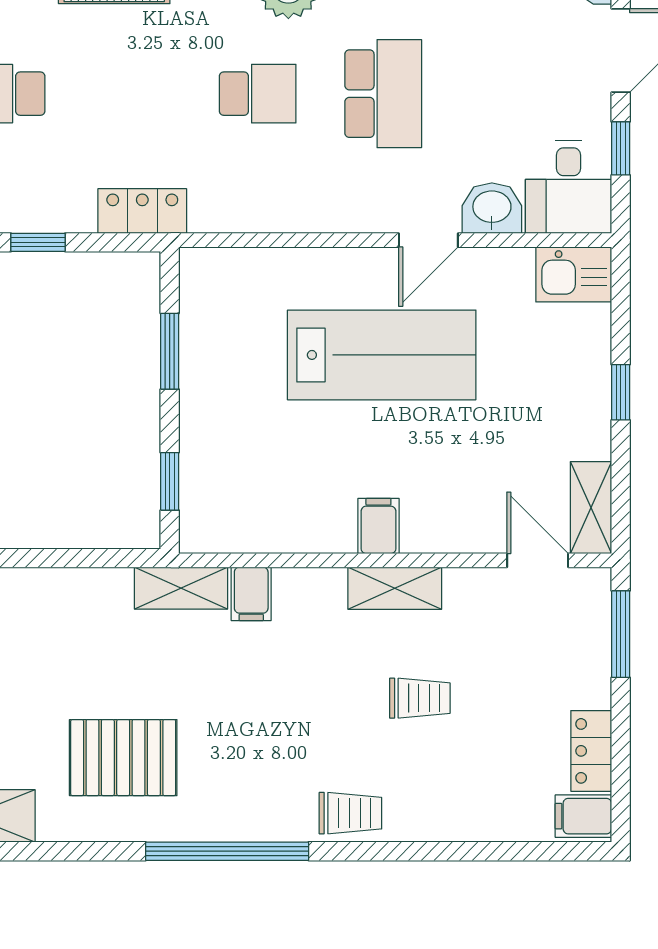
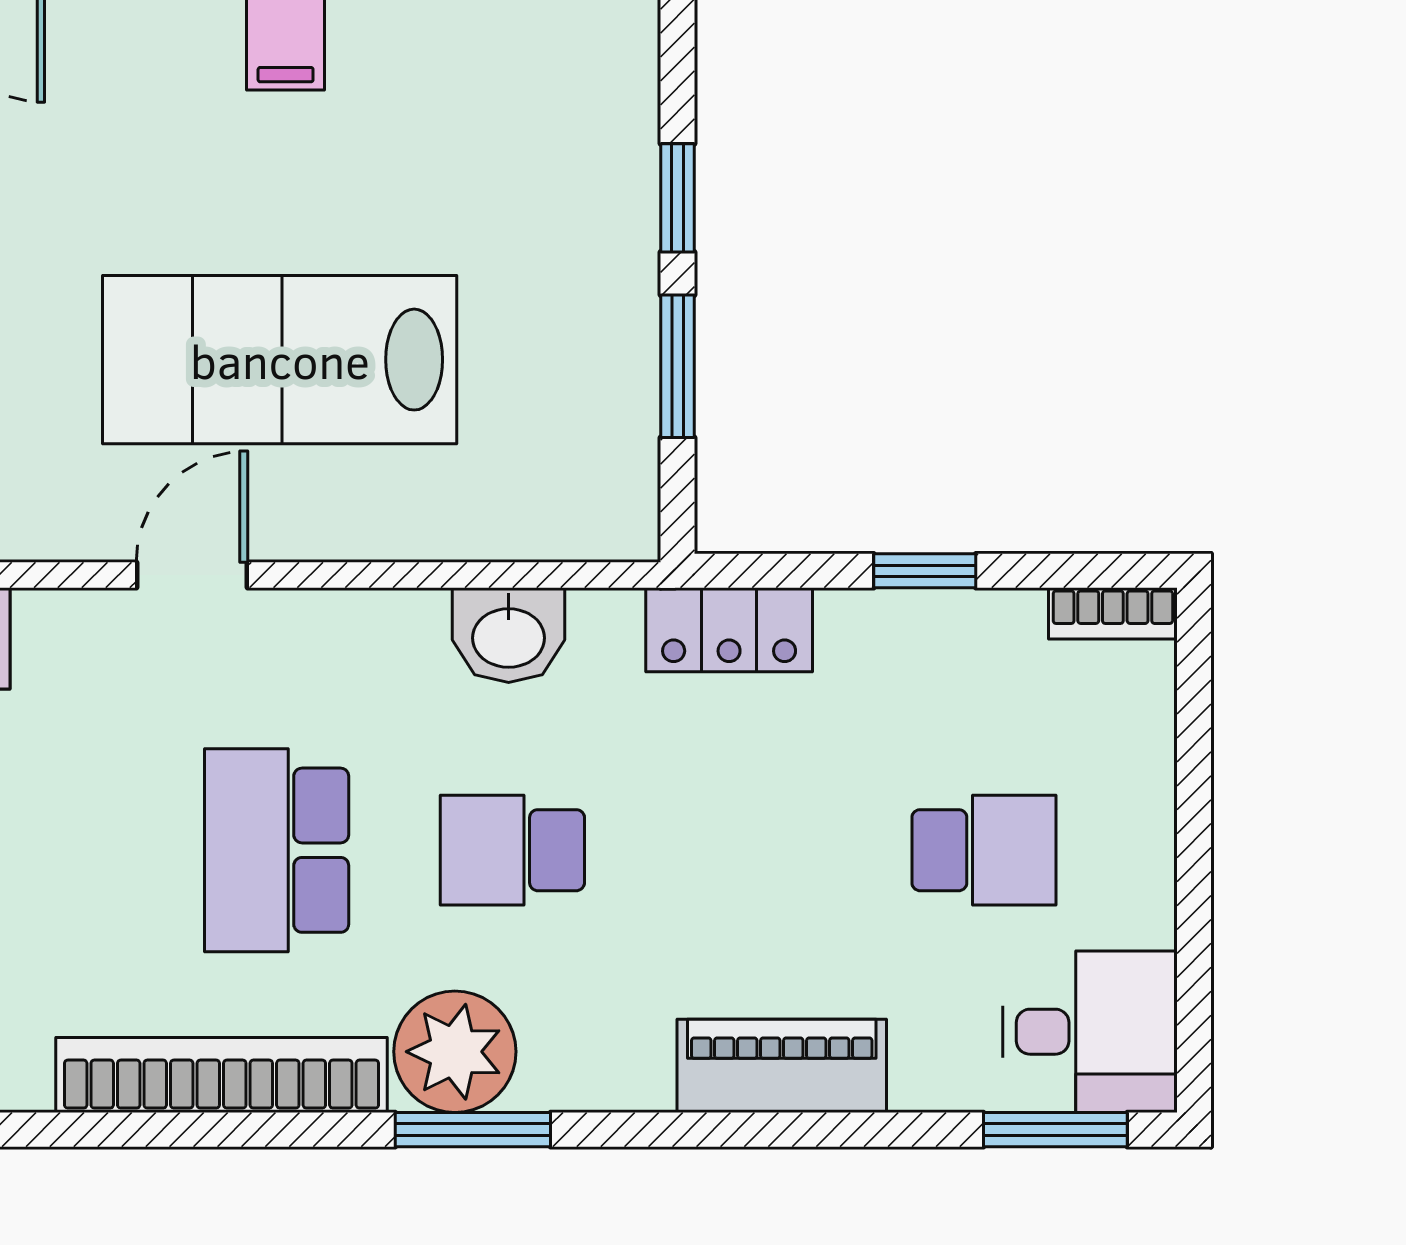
washbasin: (492, 208) -> (509, 635), moved
window: (170, 481) -> (678, 198), moved

